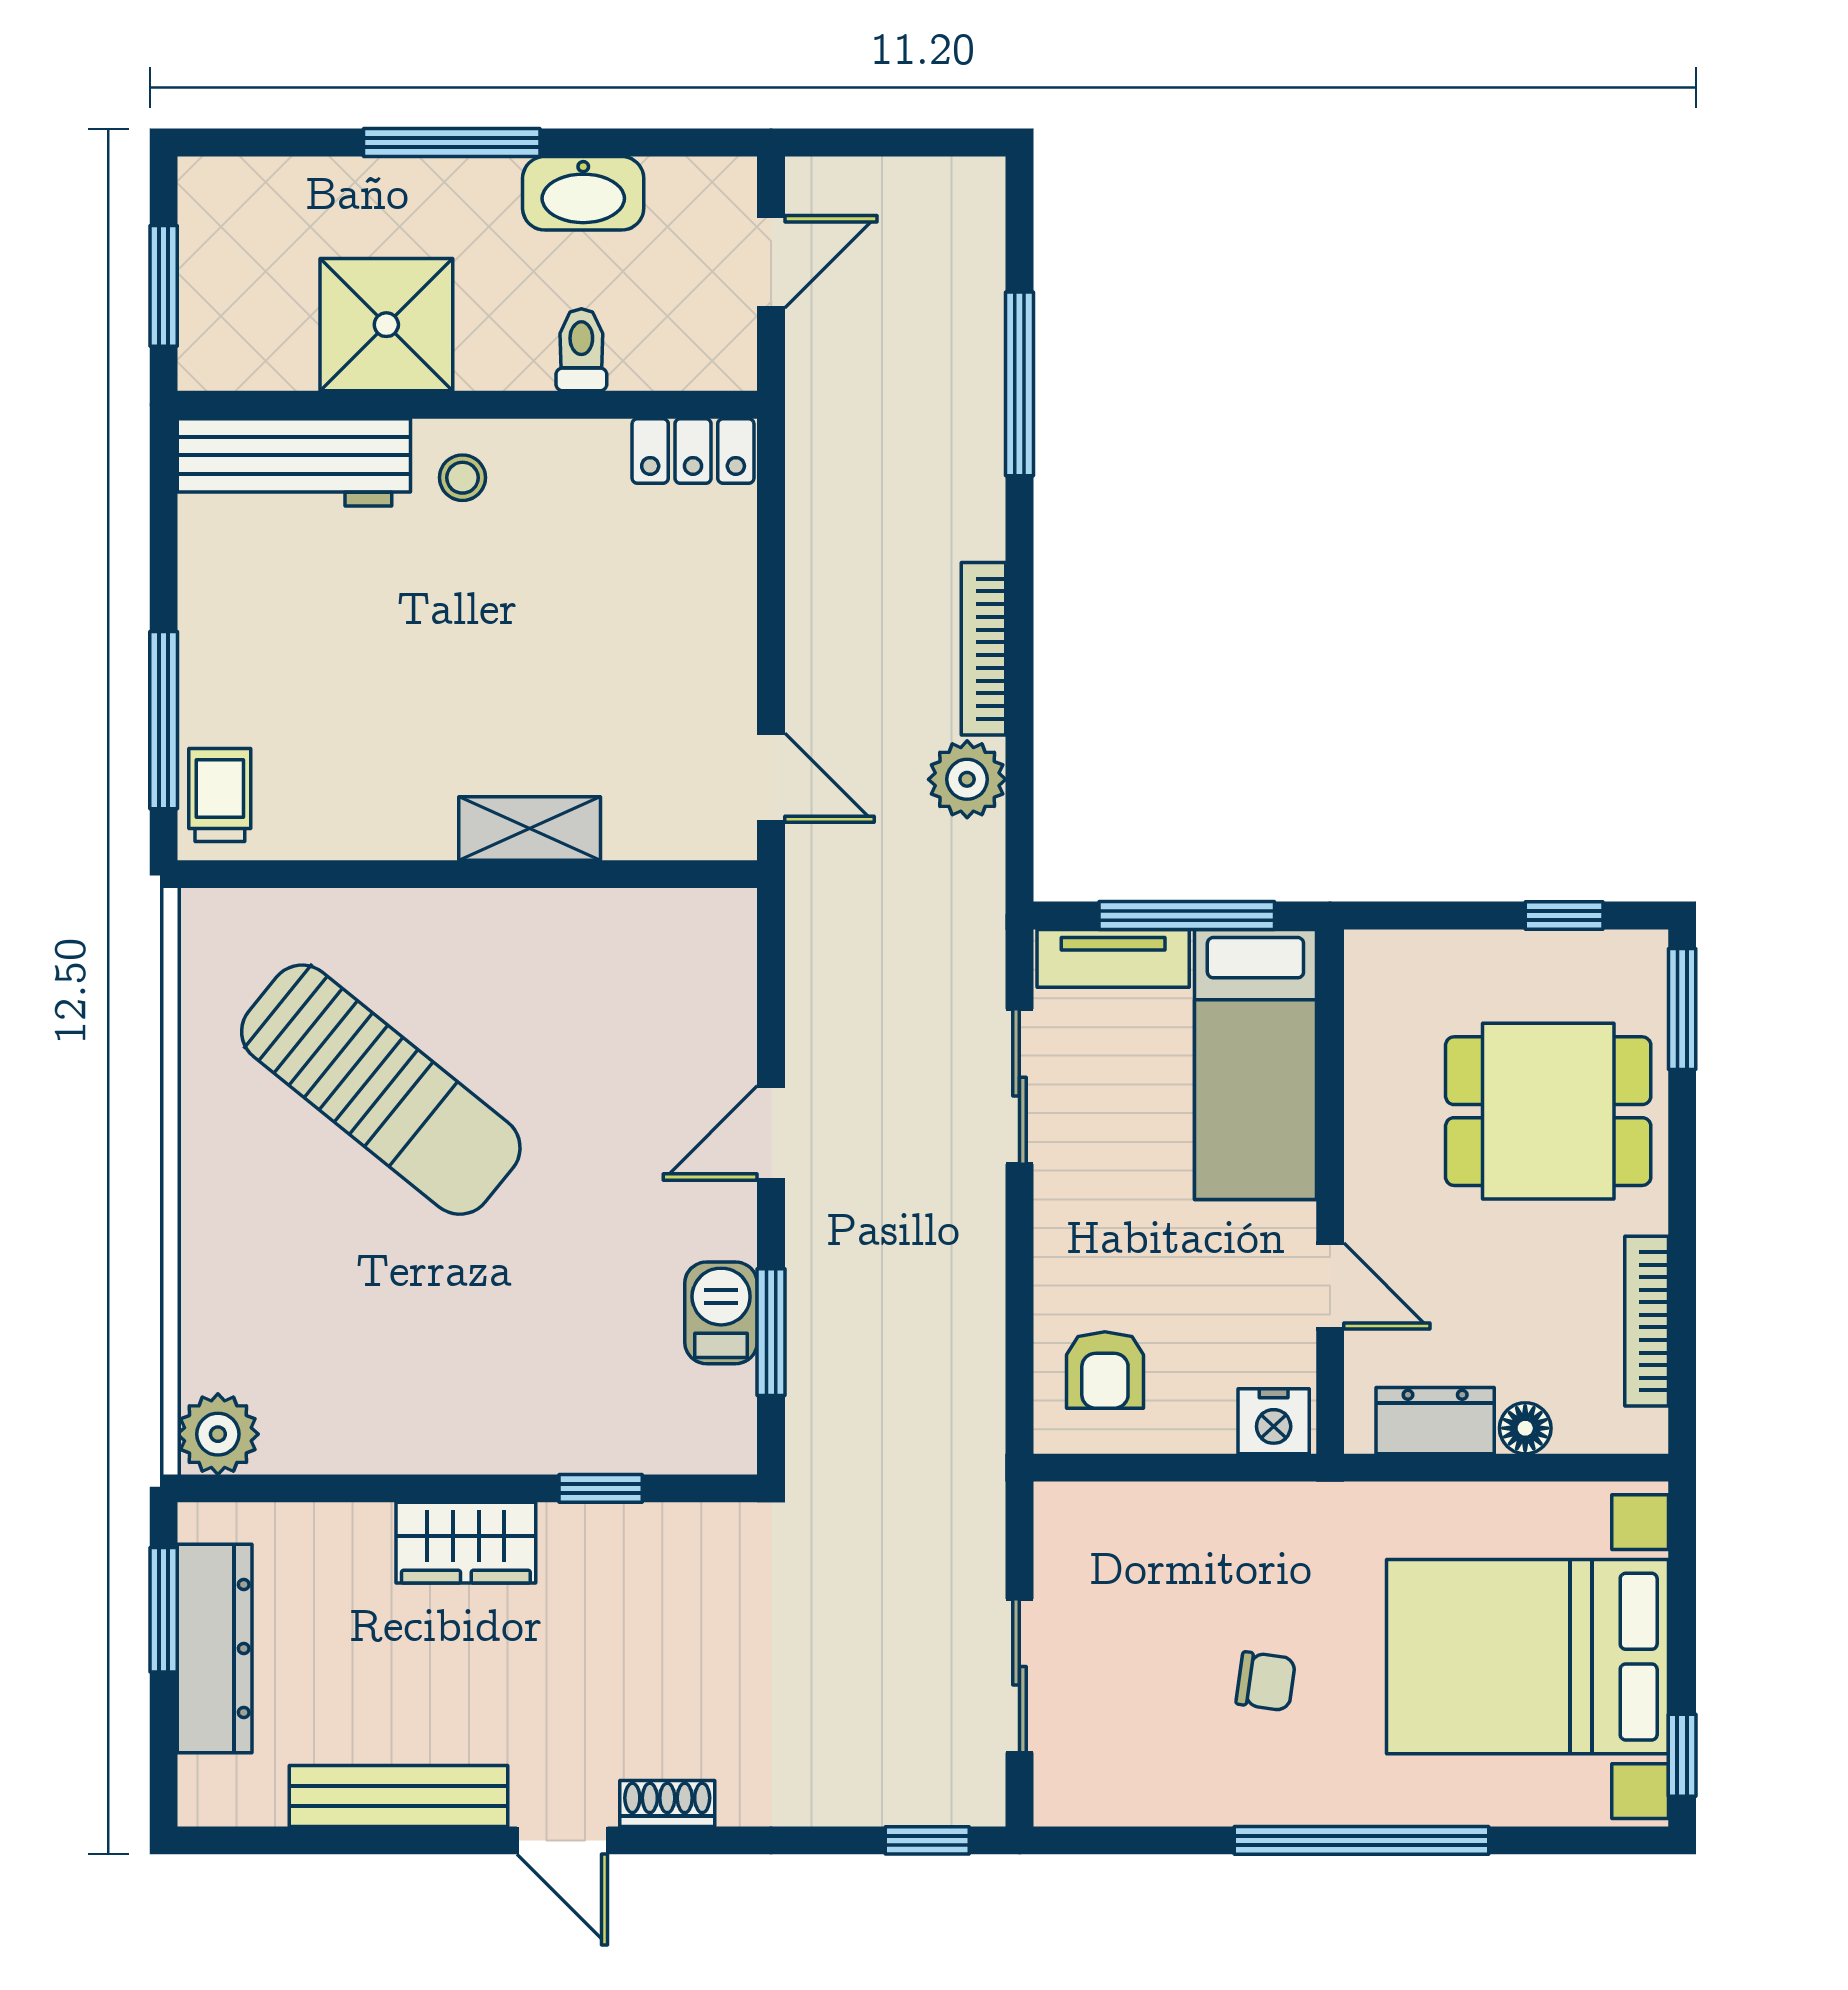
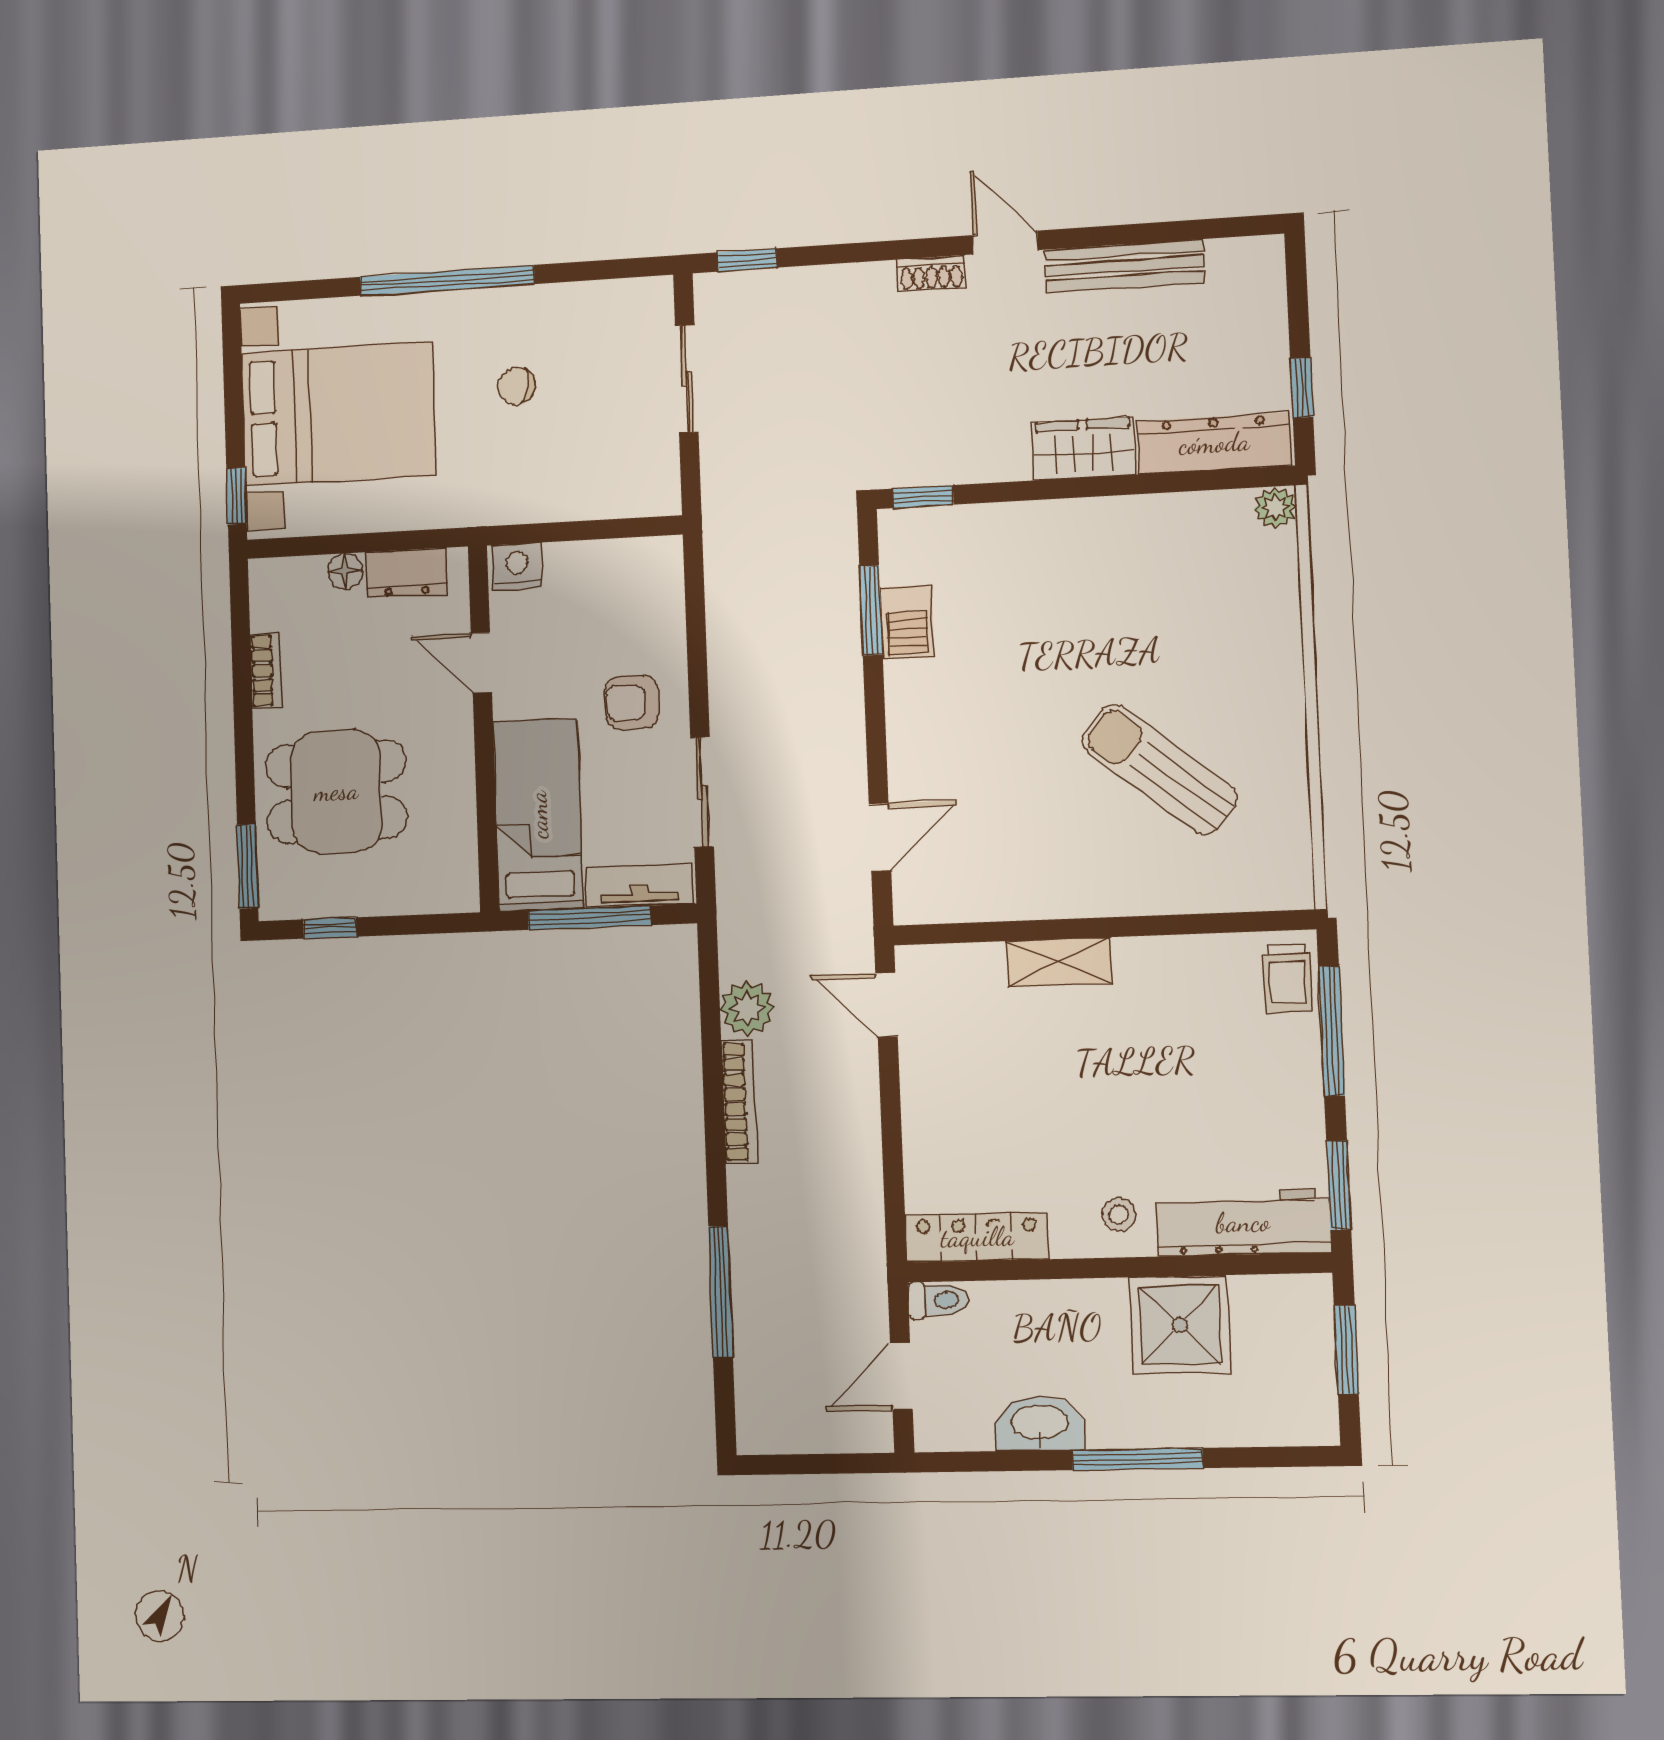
toilet: (581, 350) -> (938, 1300), moved, turned -90
locker: (693, 451) -> (977, 1237), width x1.53
window: (164, 509) -> (1339, 1185), added
sun lounger: (381, 1090) -> (1159, 770), width x0.73, depth x0.75
door: (771, 1133) -> (880, 837), moved
bookcase: (1647, 1321) -> (266, 671), width x0.64
armchair: (1105, 1370) -> (632, 702), moved, turned -90
plant: (218, 1434) -> (1275, 508), width x0.73, depth x0.73
window: (601, 1488) -> (923, 497), moved
window: (164, 1610) -> (1302, 388), width x0.67
dresser: (215, 1648) -> (1214, 443), moved, turned 90
window: (1682, 1755) -> (237, 496), moved

